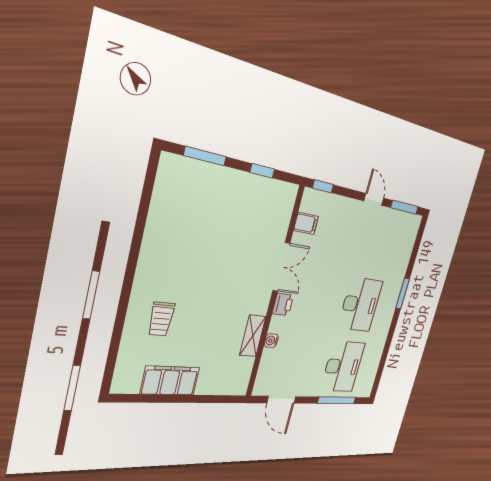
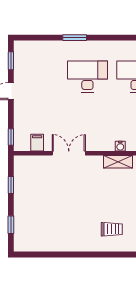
window: (205, 156) -> (11, 225), width x0.67
window: (404, 207) -> (11, 61), width x0.67
printer: (283, 304) -> (94, 144), removed

